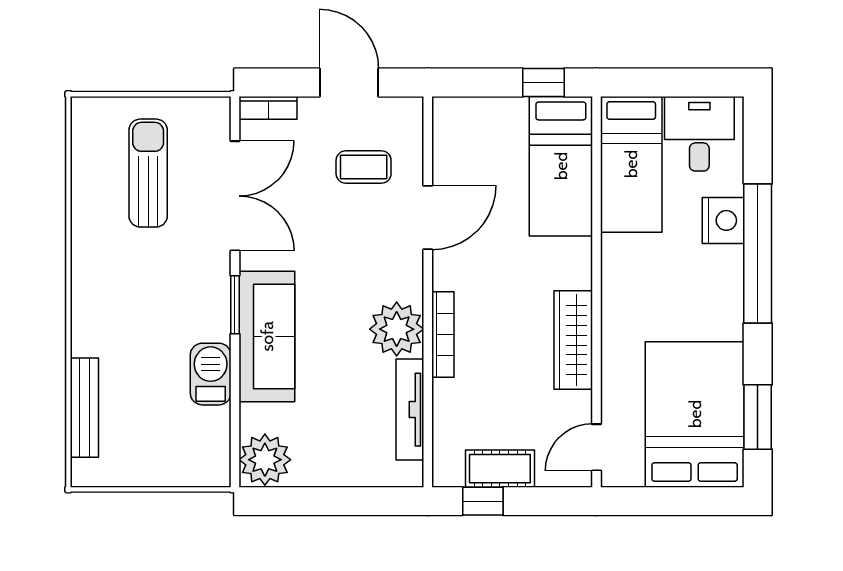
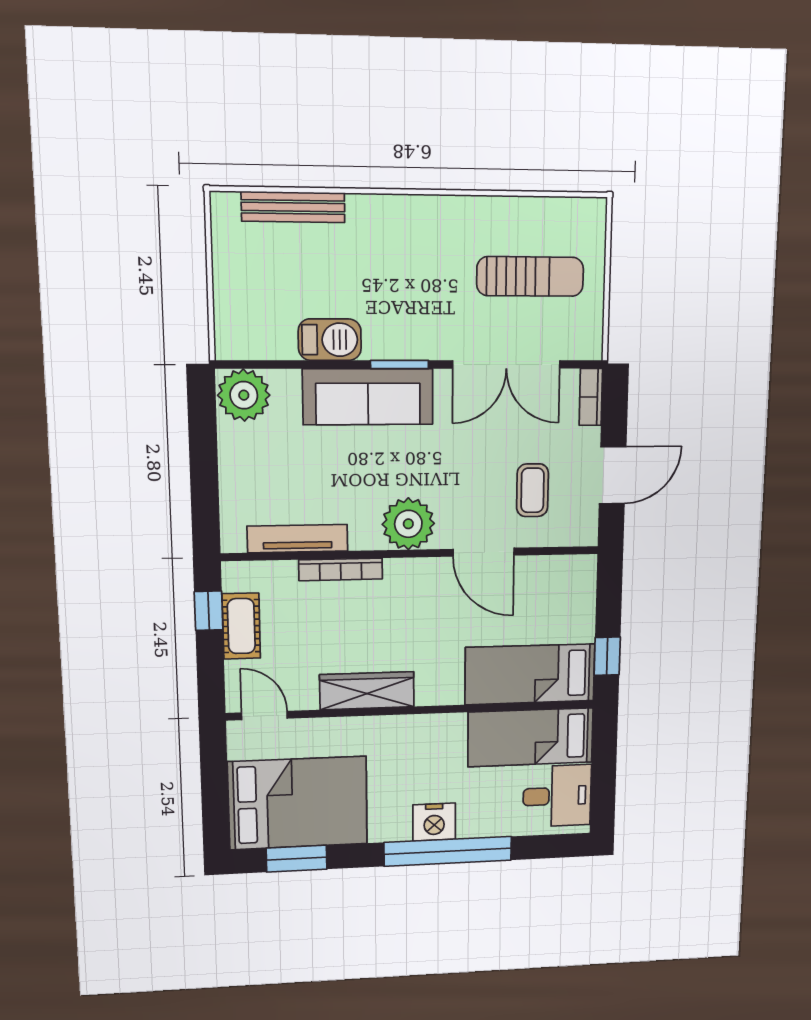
nightstand: (723, 220) -> (434, 822), moved
plant: (397, 329) -> (408, 524), moved
bookcase: (443, 335) -> (341, 569), moved

